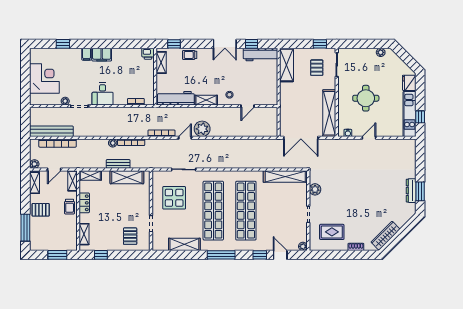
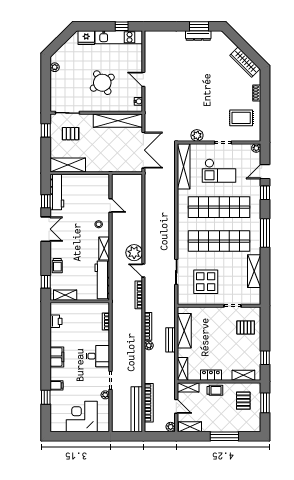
filing cabinet: (86, 54) -> (57, 385), moved
printer: (148, 54) -> (56, 321), moved
round table: (366, 98) -> (102, 83), turned -32
pallet: (41, 210) -> (243, 401), moved
checkout: (281, 211) -> (219, 171), added
window: (25, 228) -> (224, 436), moved
rug: (332, 232) -> (241, 118), turned 90

